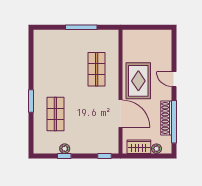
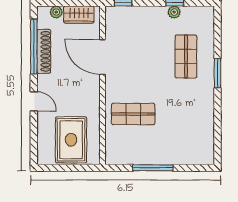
shop shelf: (97, 69) -> (133, 114), turned 90
rug: (138, 81) -> (71, 140), moved

